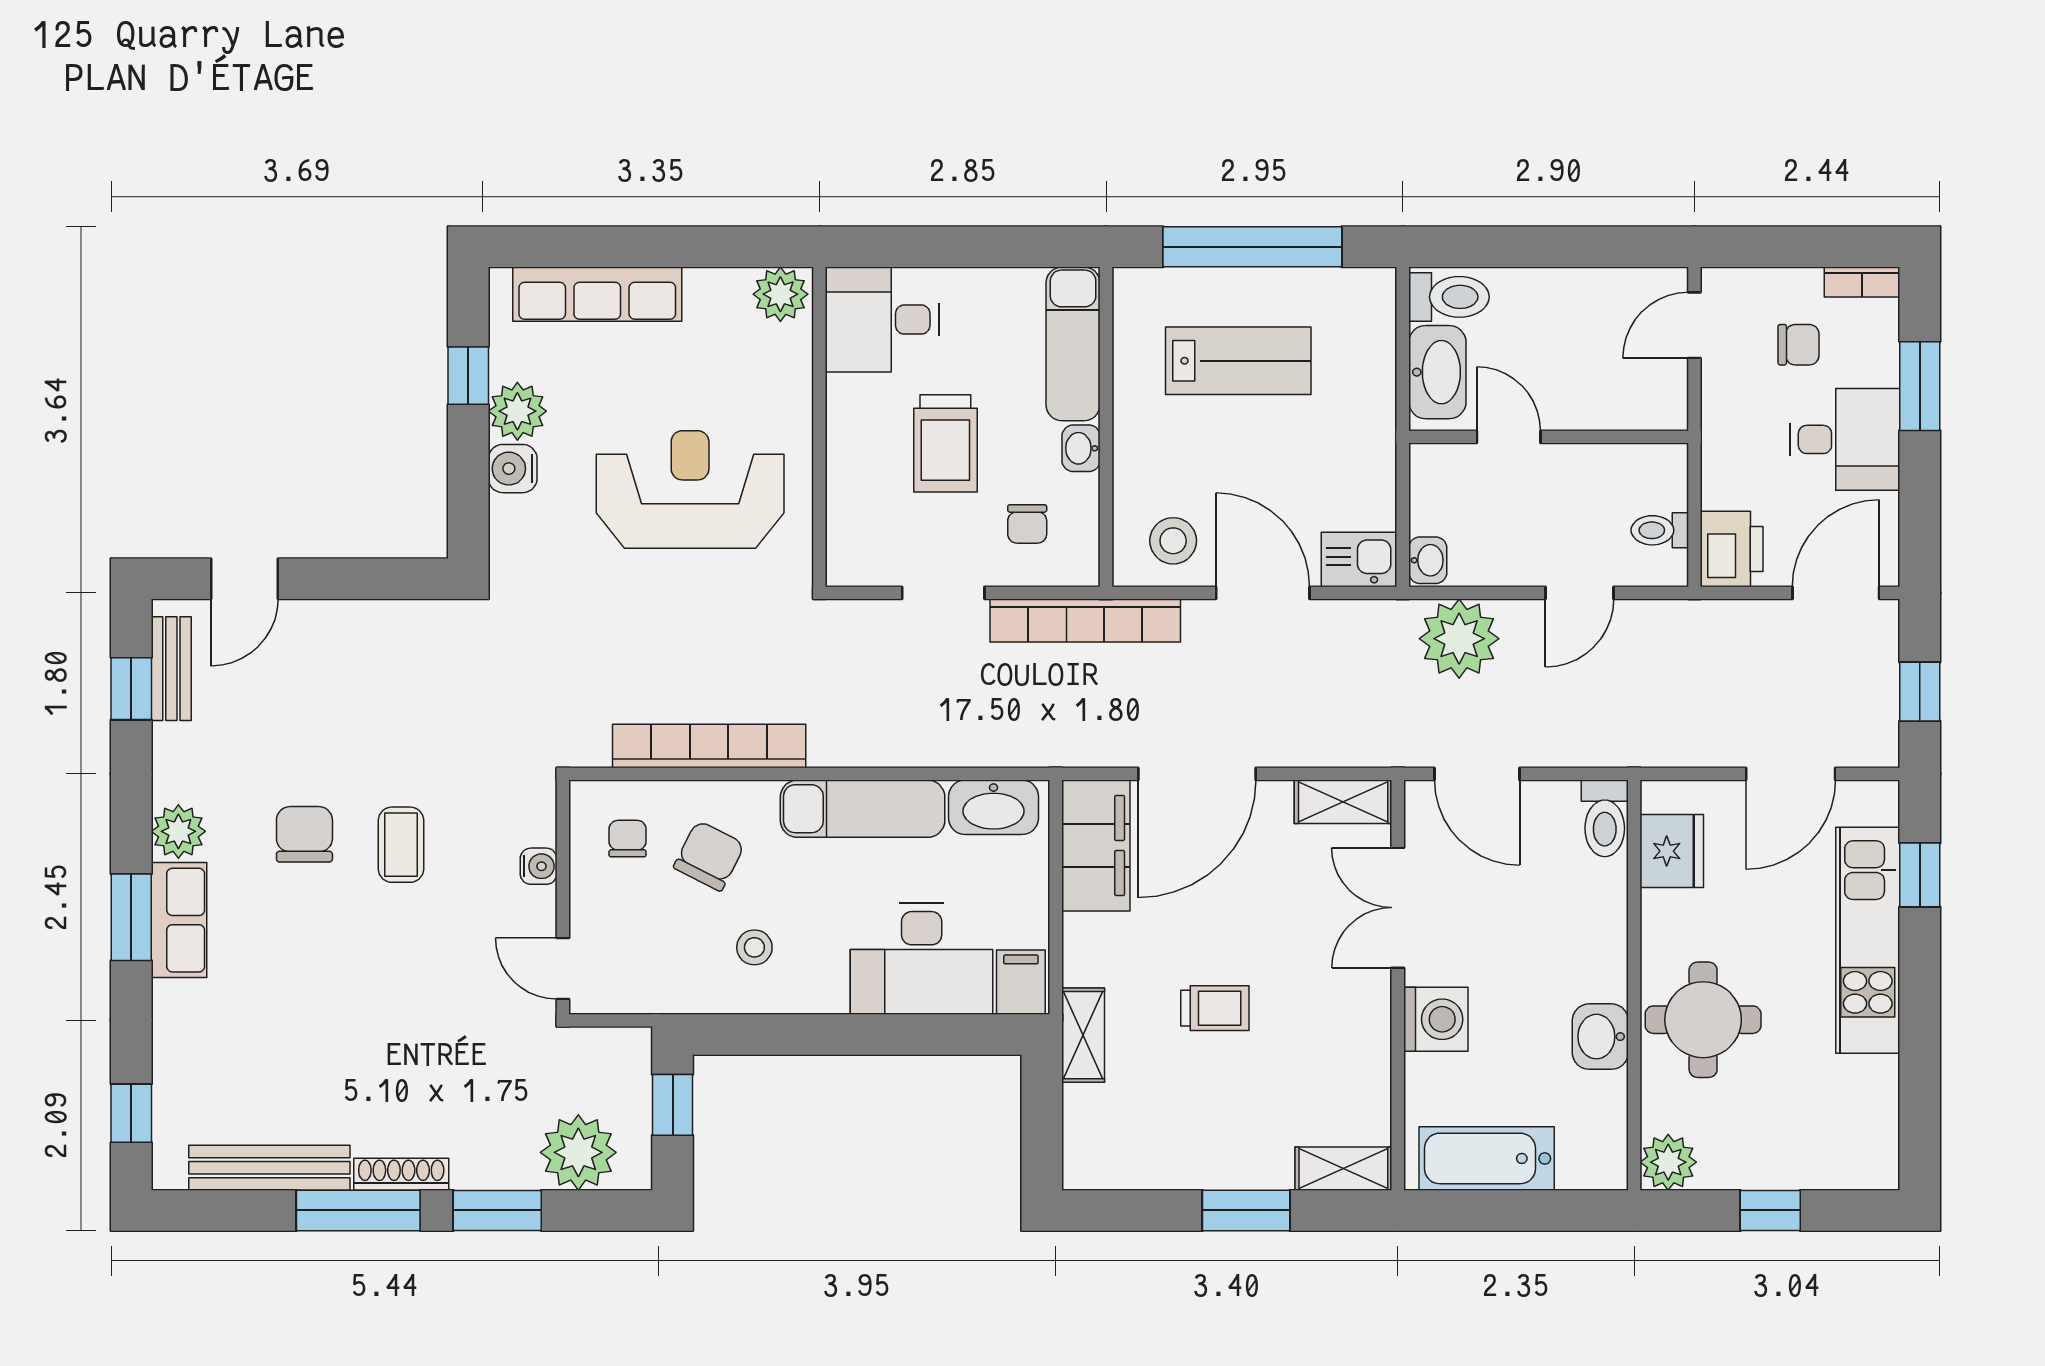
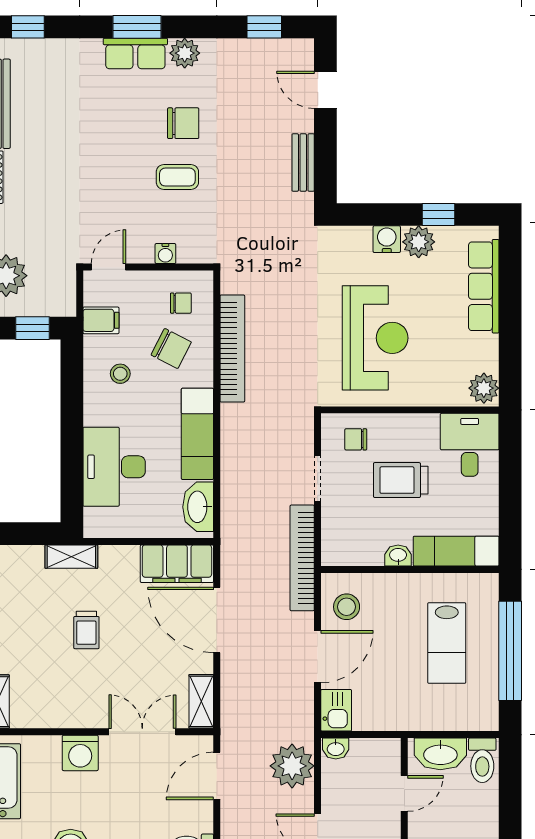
chair: (1027, 524) -> (356, 439), moved
bench: (171, 669) -> (303, 163), moved, turned 90
filing cabinet: (1021, 982) -> (101, 320), moved

